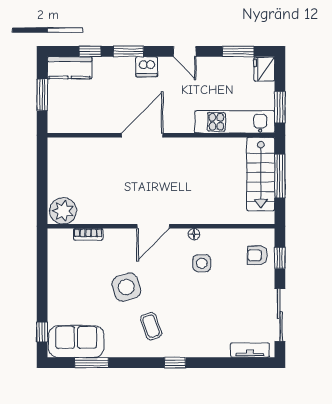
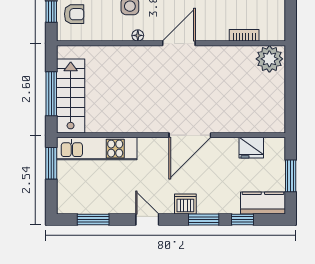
fridge: (264, 69) -> (251, 148), moved, turned 90

